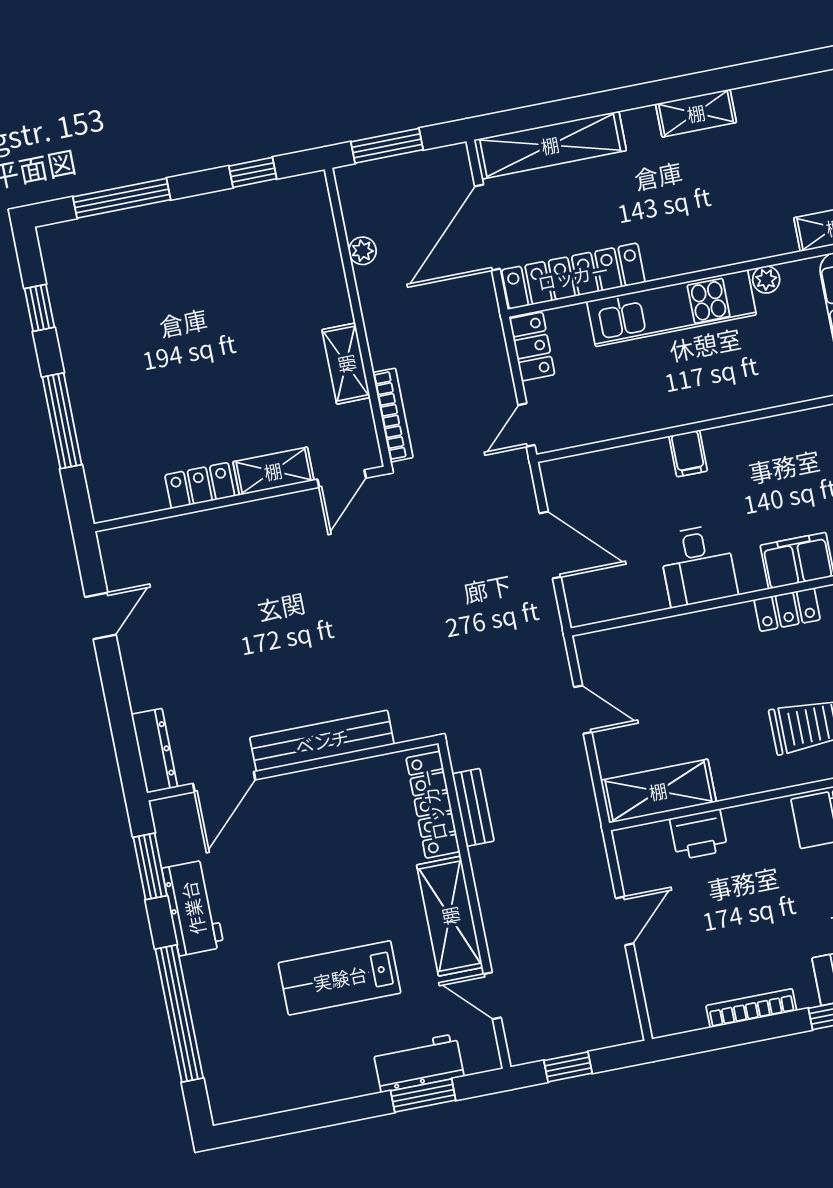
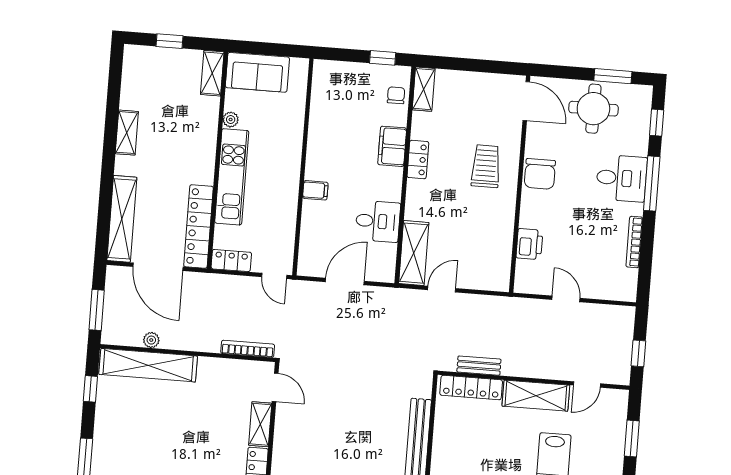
shelving: (346, 364) -> (148, 365), moved, width x2.20, depth x1.33
desk: (698, 565) -> (378, 221), moved
shelving: (658, 791) -> (414, 253), moved
workbench: (418, 1063) -> (613, 436), removed

